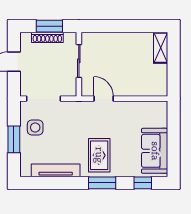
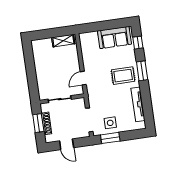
shelving: (161, 48) -> (63, 41), moved
window: (14, 139) -> (110, 138), moved

